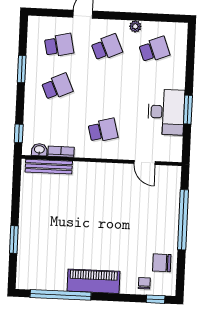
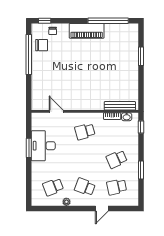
school desk: (107, 47) -> (85, 187), turned 45
window: (183, 220) -> (29, 54), moved

